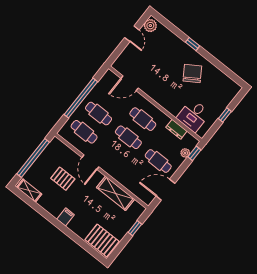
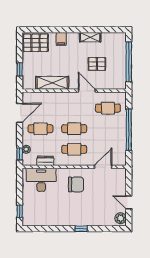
chair: (192, 73) -> (76, 184), moved, turned -57
cafe table: (99, 114) -> (108, 129), removed
desk: (193, 115) -> (41, 180), width x1.37
window: (225, 115) -> (20, 211), moved
shelving: (29, 191) -> (90, 37), moved
filing cabinet: (66, 217) -> (61, 39), moved

